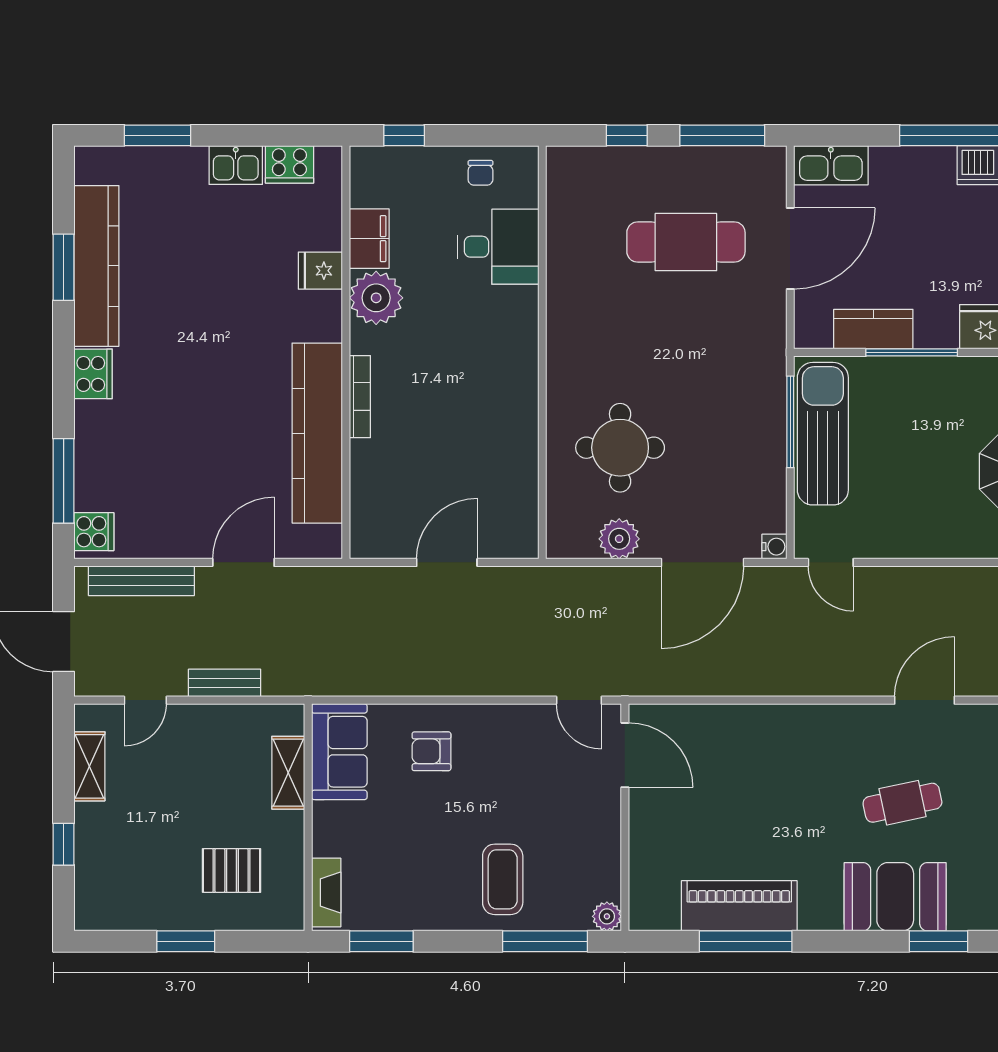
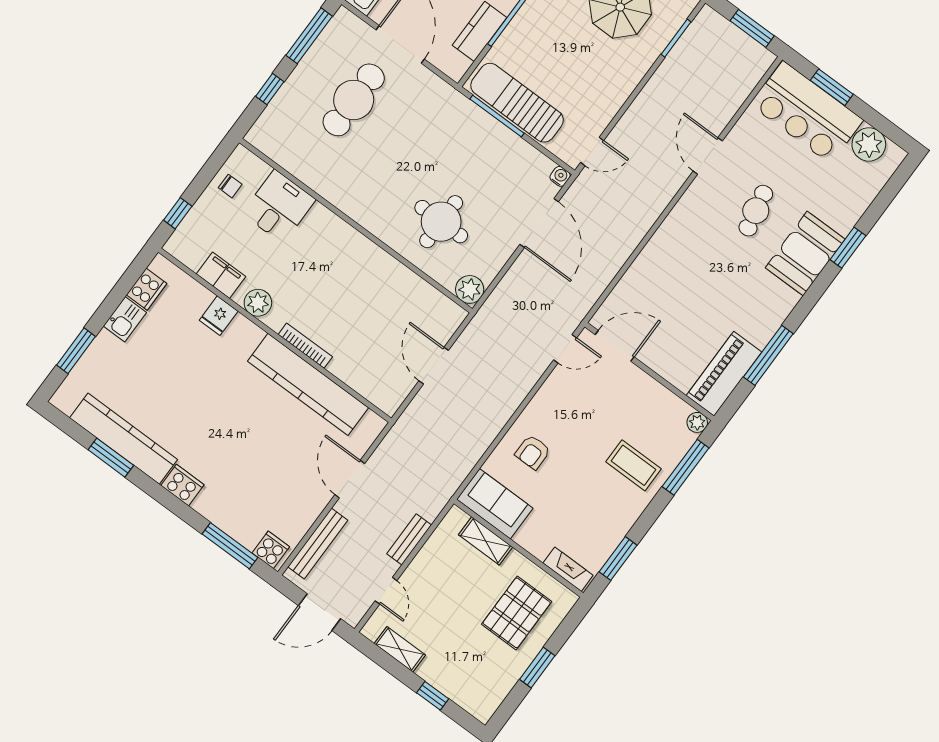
plant: (376, 298) -> (258, 303), width x0.73, depth x0.73
plant: (619, 539) -> (470, 289), moved
pallet: (232, 870) -> (517, 613), width x1.50, depth x1.42
piano: (739, 906) -> (724, 374), moved

